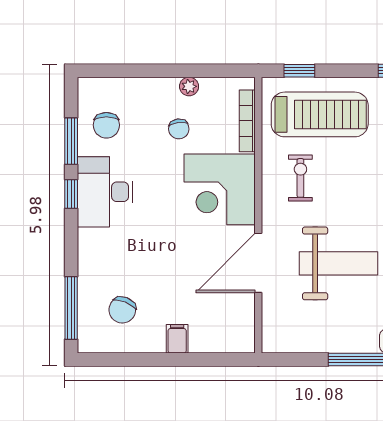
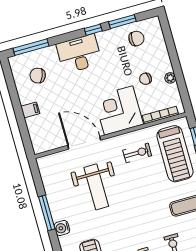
chair: (106, 125) -> (136, 39), turned 180
desk: (105, 192) -> (79, 54), moved

